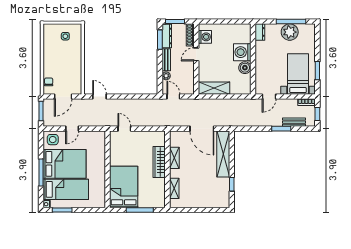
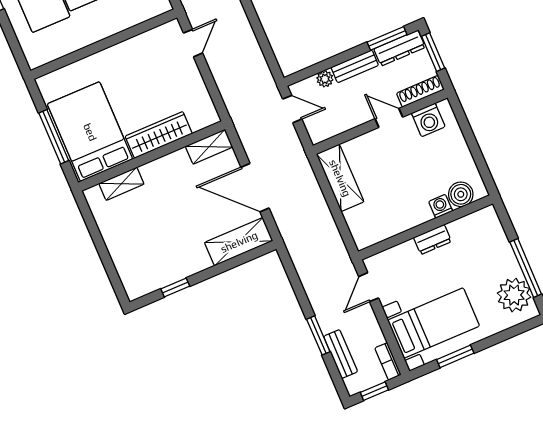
dresser: (260, 32) -> (432, 240), moved
plant: (290, 32) -> (514, 295), moved
washing machine: (242, 52) -> (441, 206), width x0.53, depth x0.53
boiler: (245, 68) -> (461, 194), moved
door: (173, 97) -> (292, 109), hinge flipped
door: (269, 97) -> (369, 287), hinge flipped
door: (202, 129) -> (255, 188), hinge flipped
shelving: (223, 154) -> (239, 242), width x0.68
shelving: (174, 158) -> (209, 147), moved
bed: (124, 187) -> (90, 132), moved, turned -90

